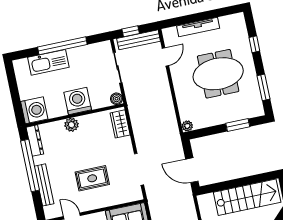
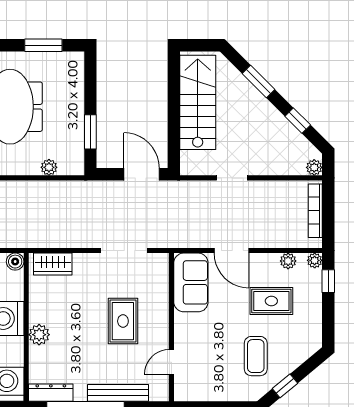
window: (238, 125) -> (90, 132), moved
plant: (187, 126) -> (49, 167), moved
door: (192, 170) -> (142, 174), swing flipped

